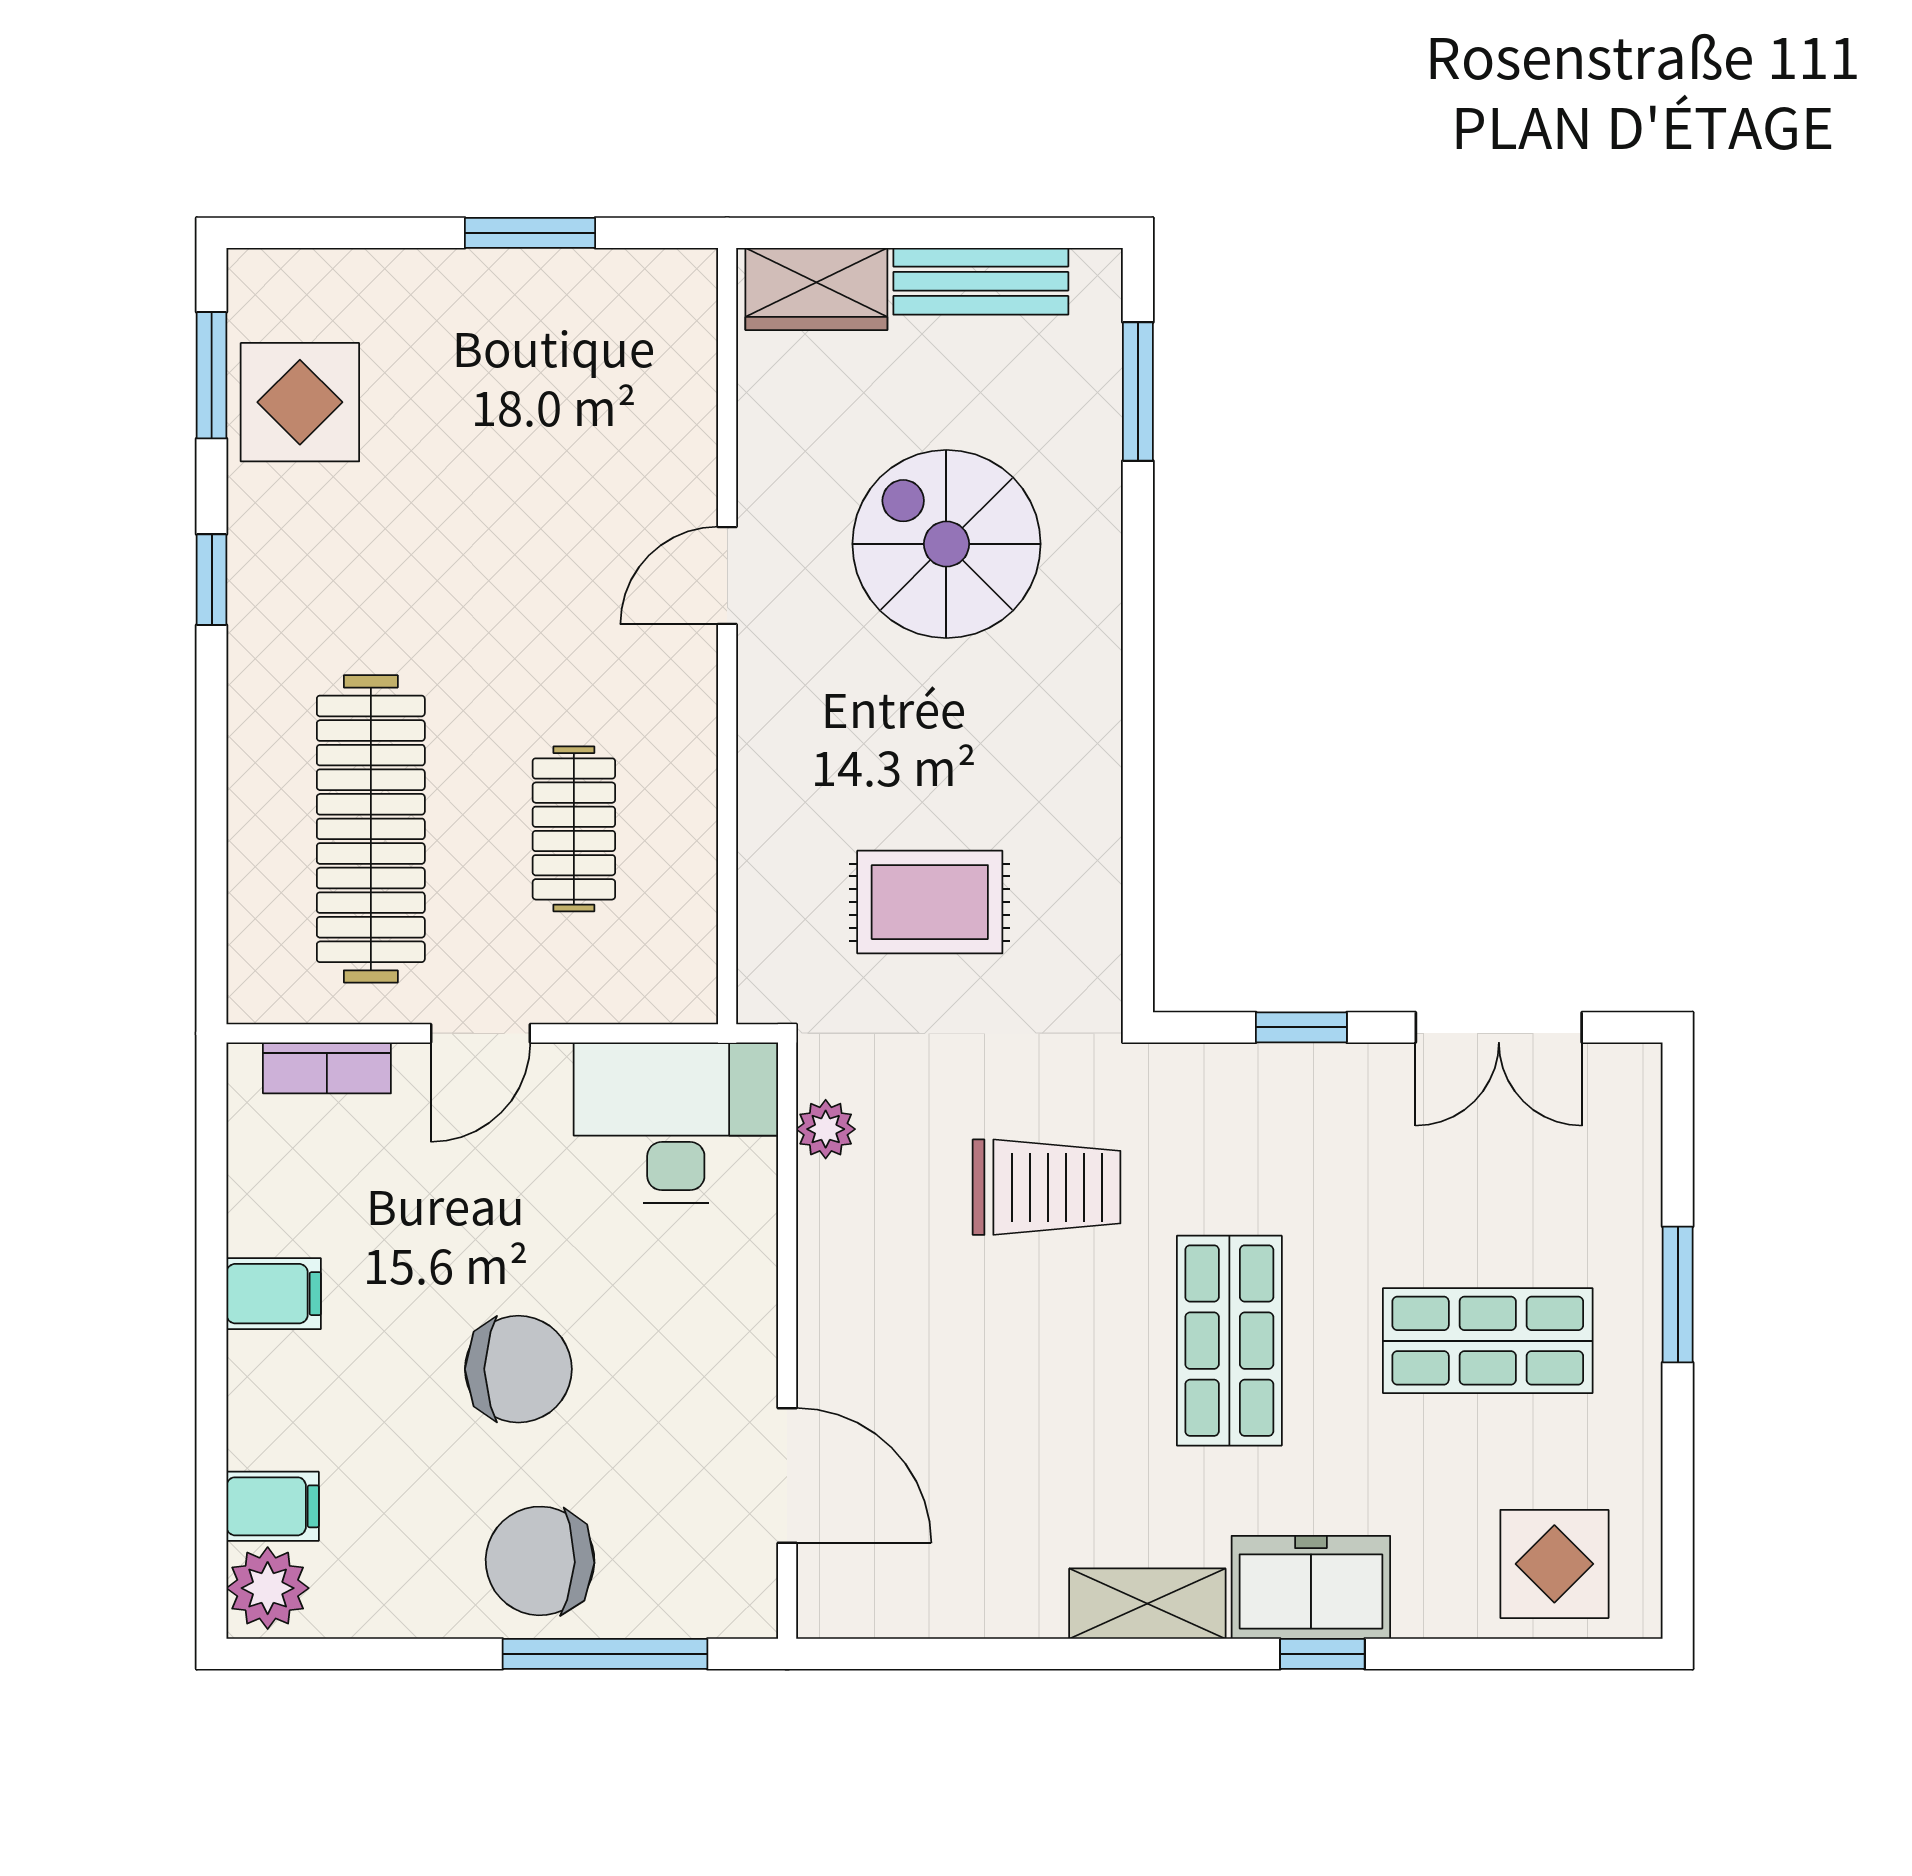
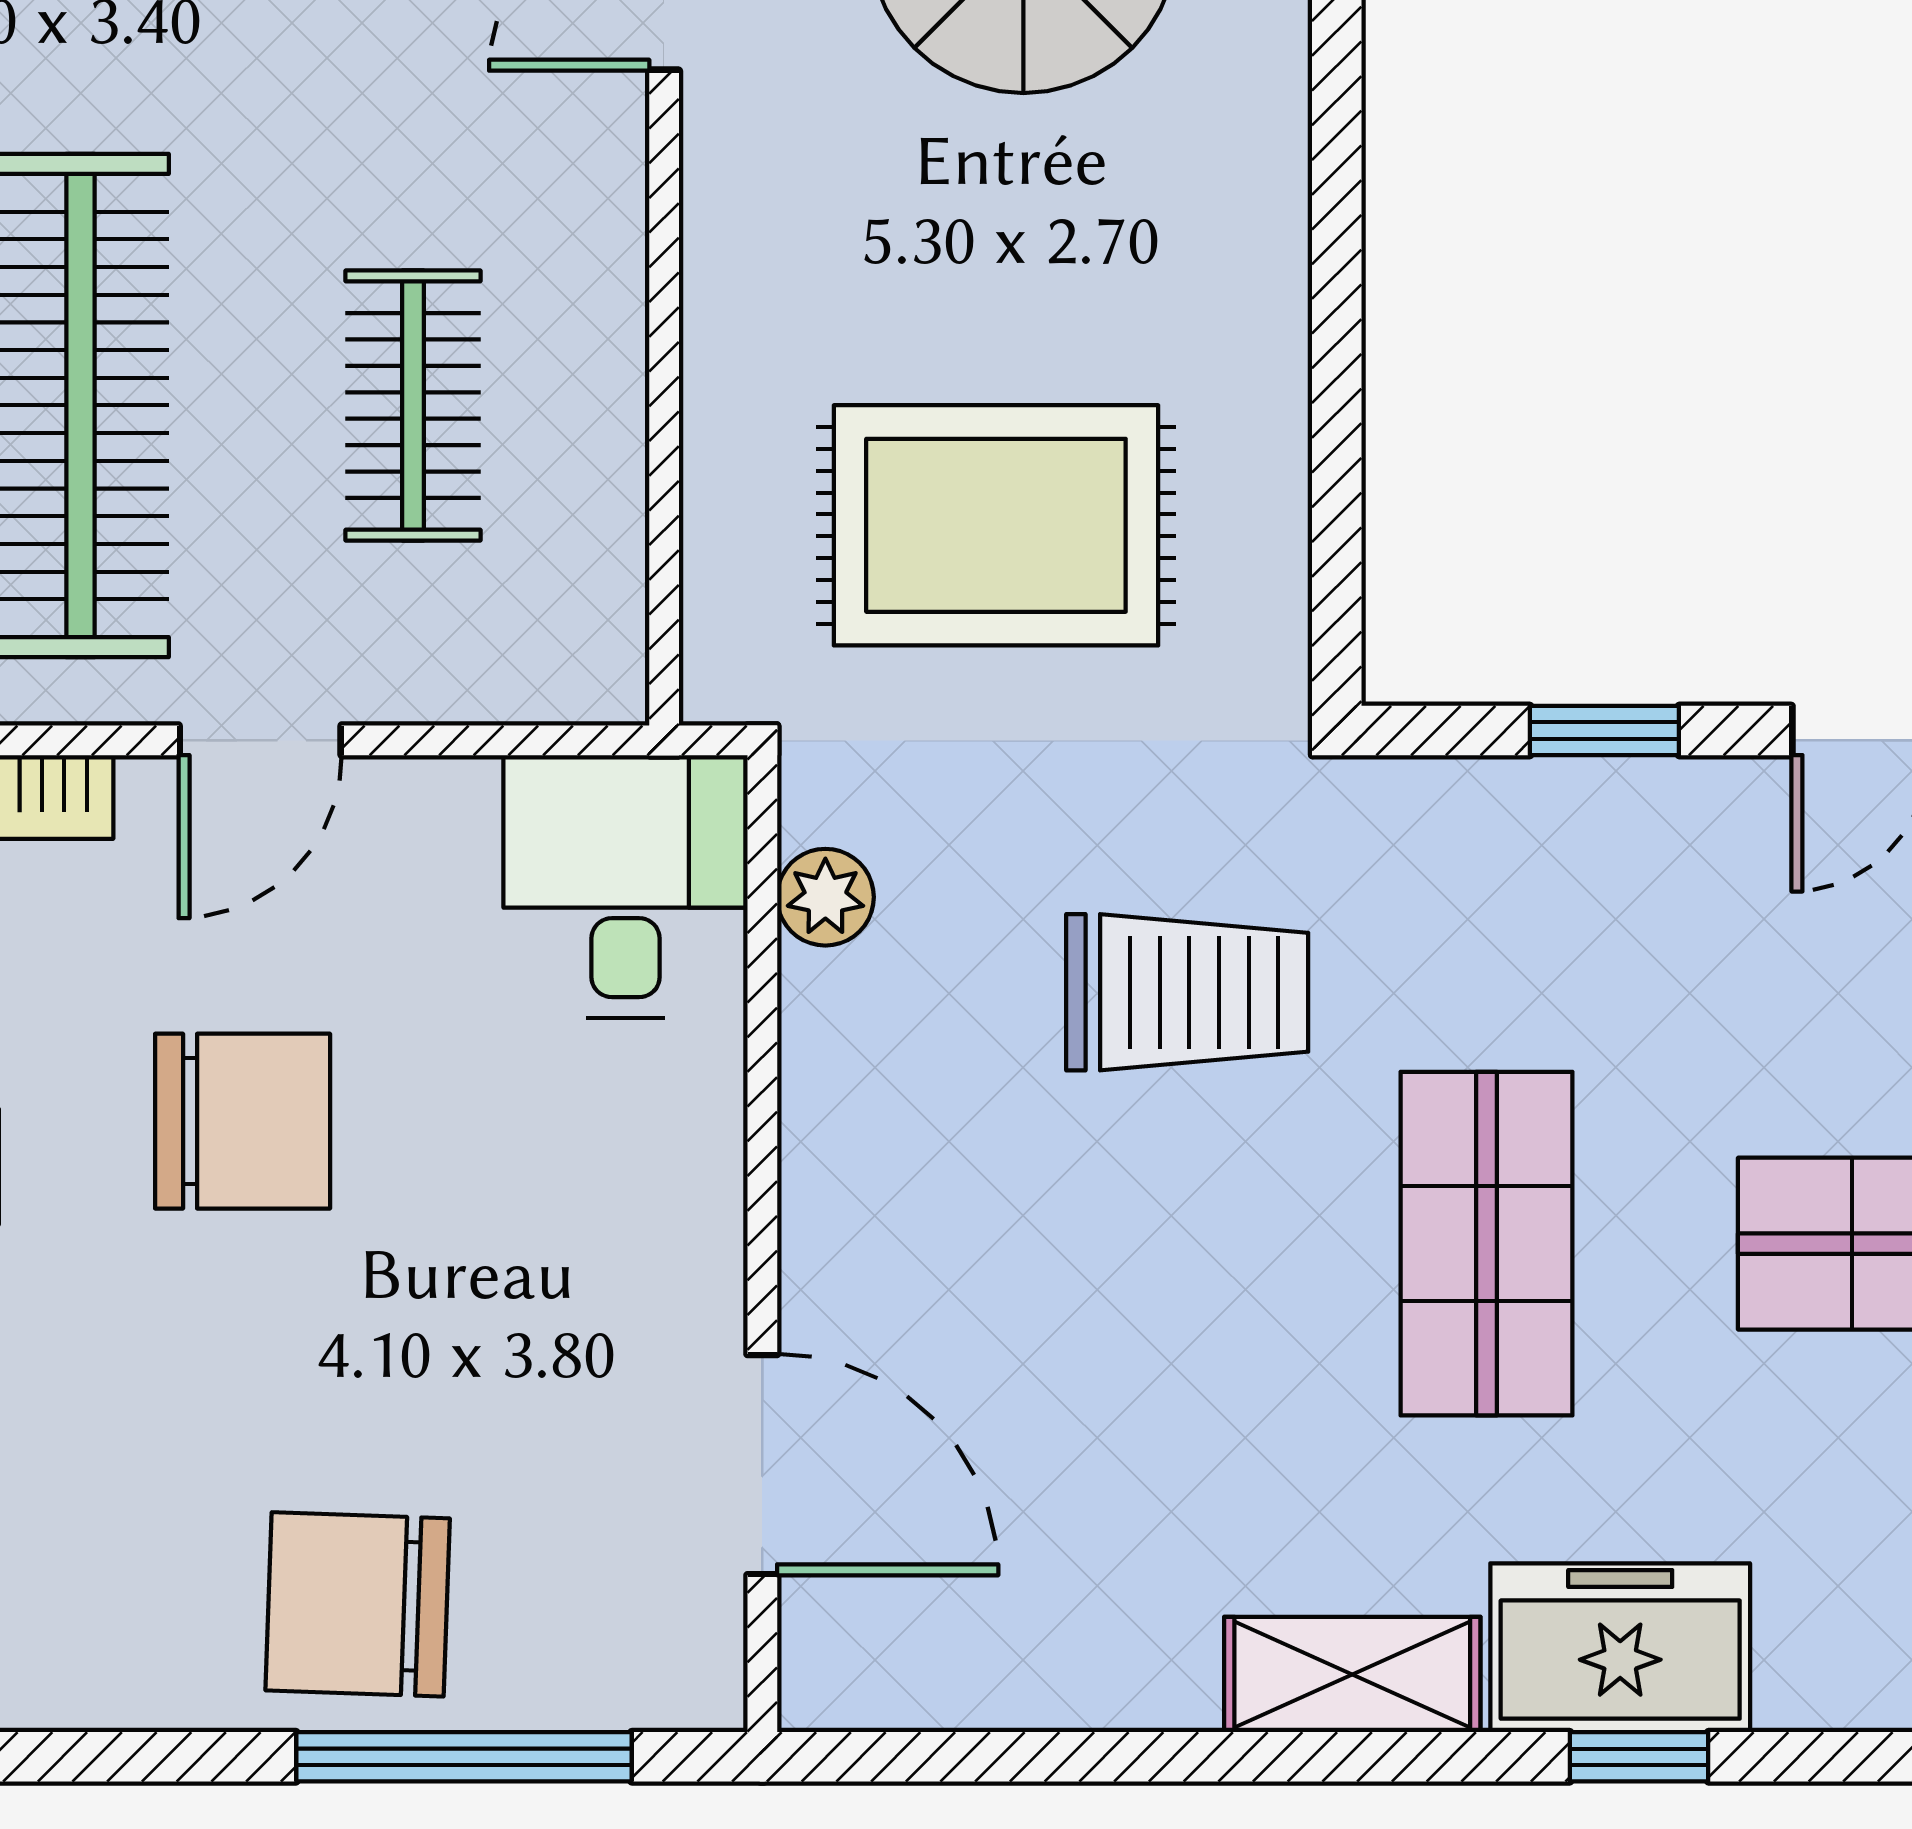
rug: (930, 902) -> (996, 525), width x1.36, depth x1.43
desk: (676, 1123) -> (626, 887), width x0.73
chair: (518, 1369) -> (243, 1121), moved

